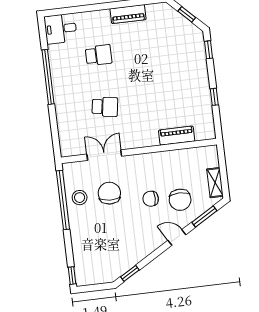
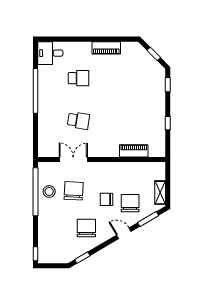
chair: (180, 200) -> (130, 203), turned 180
chair: (130, 237) -> (86, 228), added

